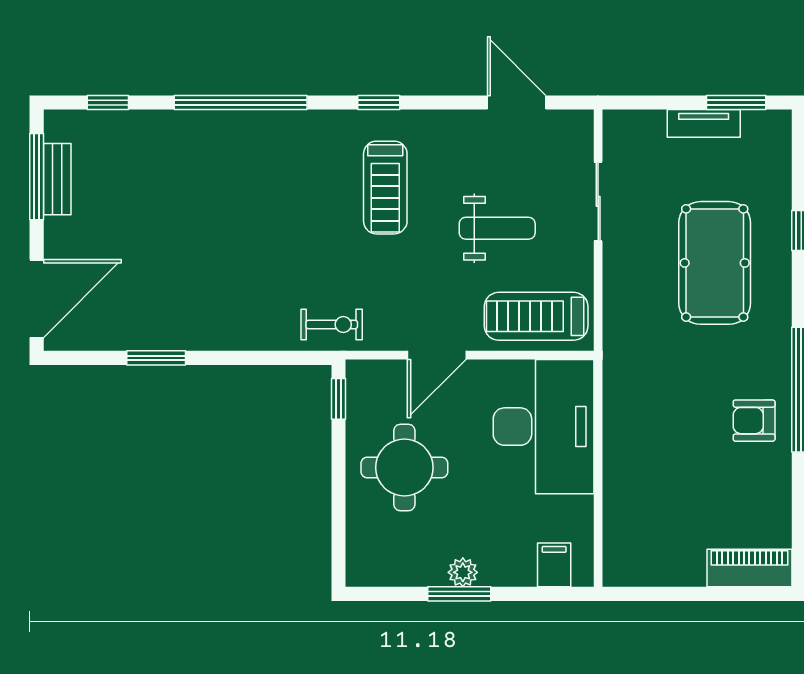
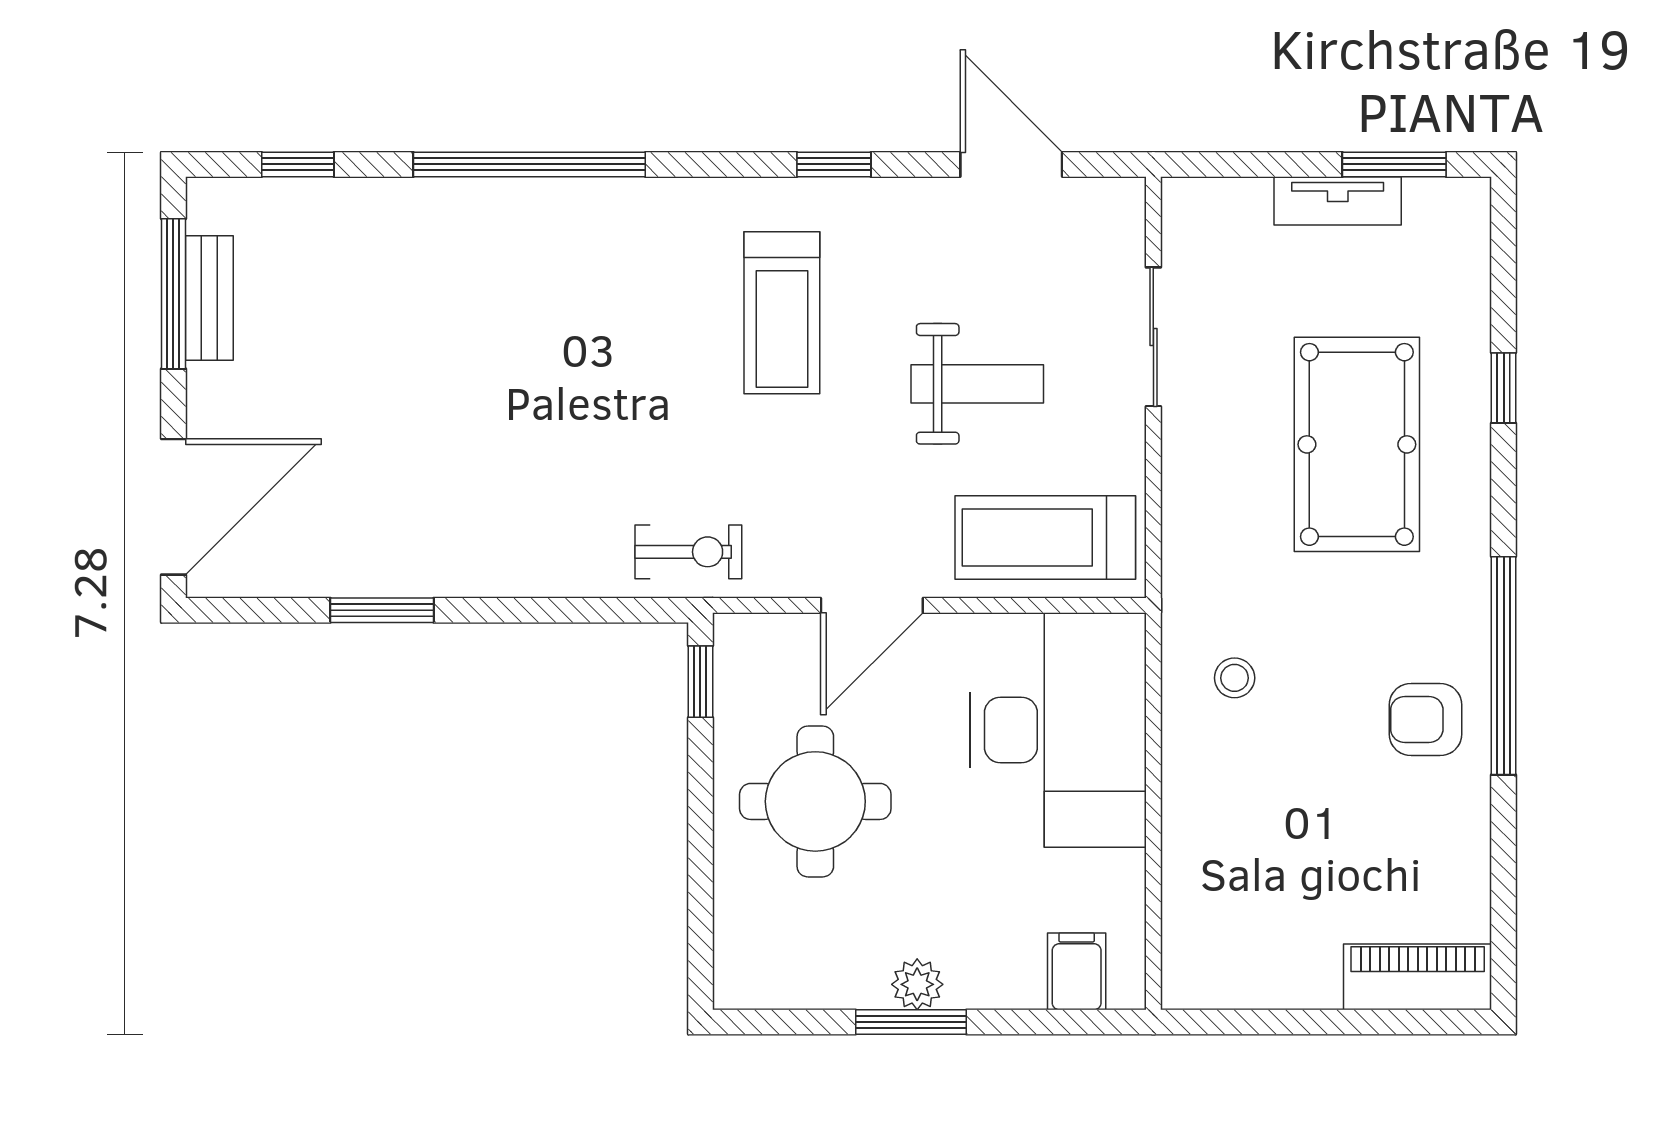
window: (379, 103) -> (834, 164), moved
stool: (645, 397) -> (1235, 678), added

